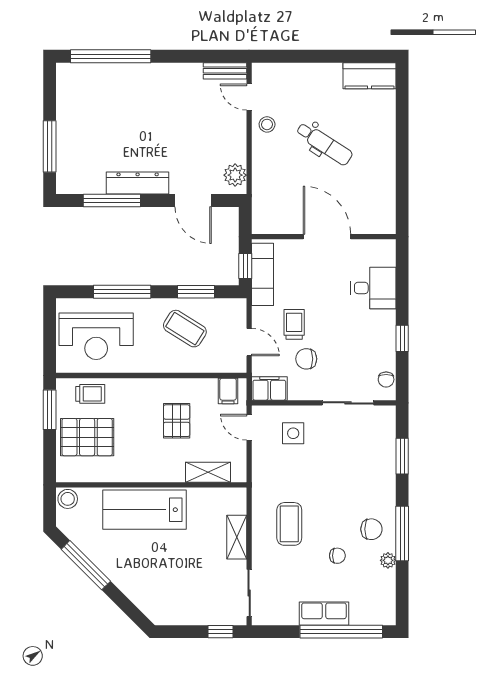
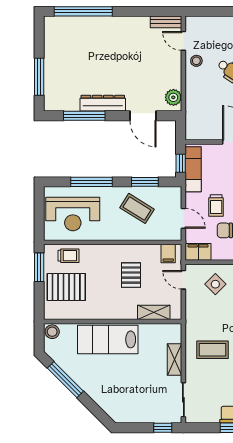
trolley: (294, 324) -> (216, 205), turned 180
side table: (293, 433) -> (215, 284), turned 45
coffee table: (289, 524) -> (213, 350), turned 90

